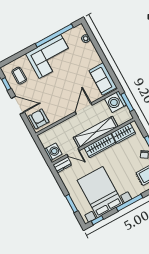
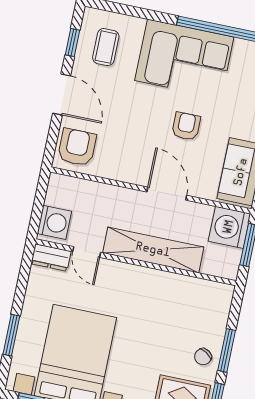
armchair: (70, 79) -> (186, 126), added
door: (84, 109) -> (167, 194), hinge flipped
wardrobe: (123, 133) -> (198, 291), removed
wardrobe: (100, 146) -> (141, 279), removed

